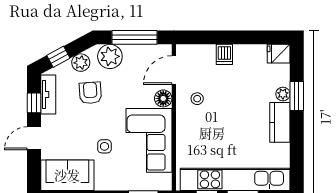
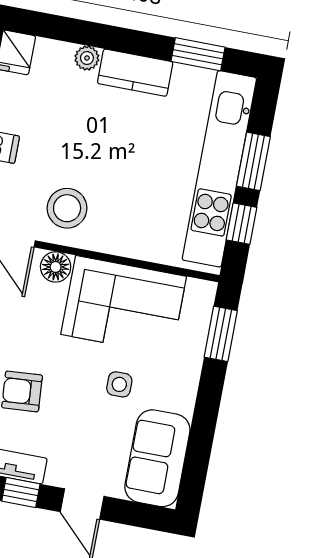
window: (297, 96) -> (198, 54), moved
stool: (197, 99) -> (67, 208), width x1.89, depth x1.89

